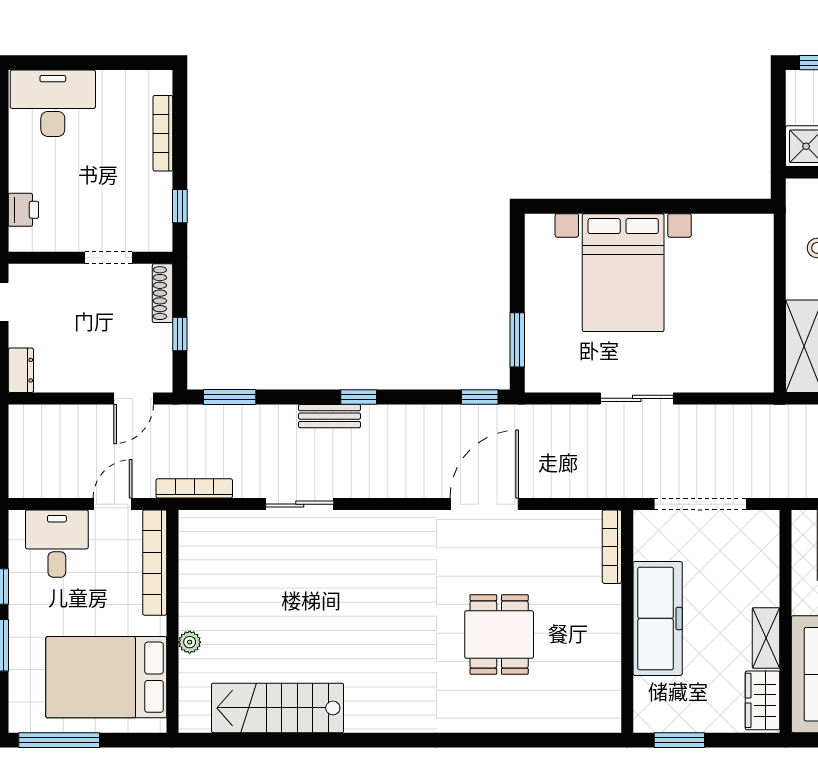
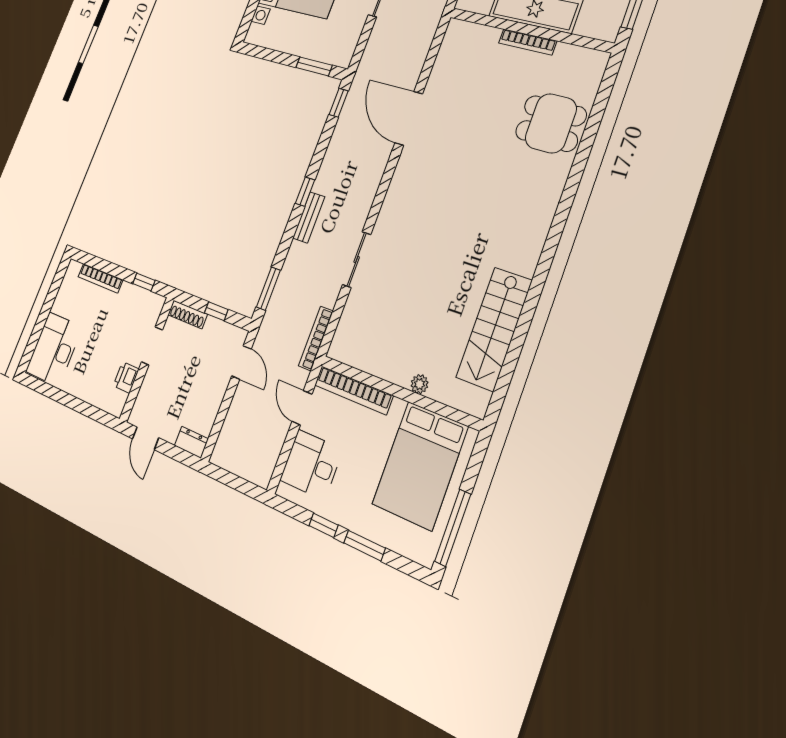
printer: (23, 210) -> (126, 377), moved, turned -90
bookcase: (612, 547) -> (528, 42), moved
dining table: (499, 634) -> (551, 123), moved

